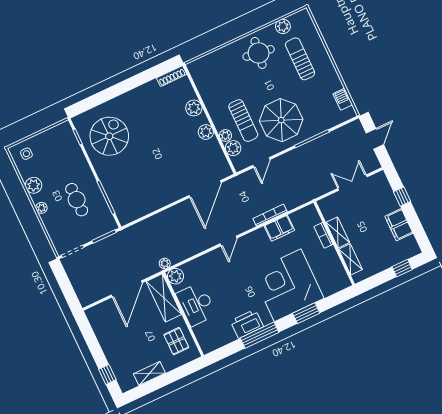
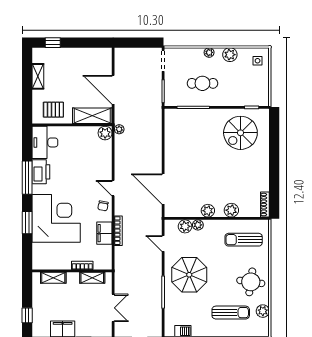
sun lounger: (243, 121) -> (244, 240), moved
spiral stairs: (109, 136) -> (240, 133), turned 90
shelving: (338, 232) -> (92, 278), moved
chair: (252, 243) -> (103, 206), added
desk: (196, 304) -> (45, 142), moved, turned -90

